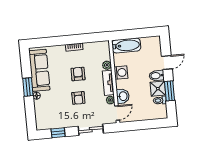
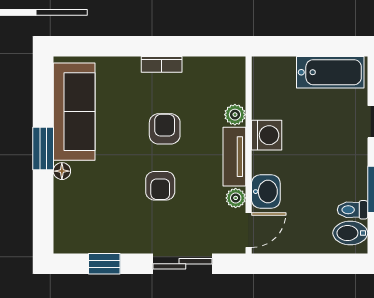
bathtub: (126, 45) -> (330, 72), moved
bidet: (157, 76) -> (350, 233), moved
shower: (158, 89) -> (351, 181), removed

